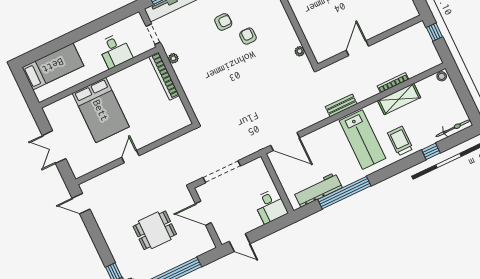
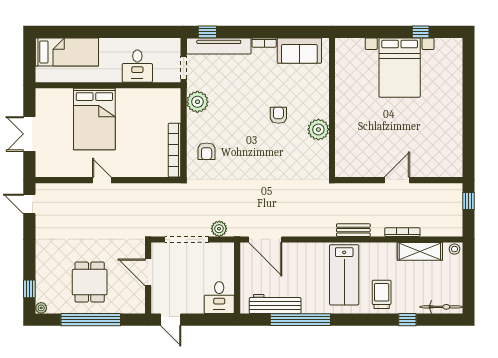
armchair: (223, 22) -> (207, 151), moved, turned 90
door: (357, 48) -> (397, 180), moved
plant: (300, 51) -> (318, 129), moved, width x1.87, depth x1.87
plant: (173, 58) -> (197, 102), width x1.88, depth x1.88
bookcase: (164, 76) -> (175, 150), moved
shelving: (399, 99) -> (420, 251), moved
bench: (341, 105) -> (353, 230), moved
plant: (244, 151) -> (219, 229), added
door: (130, 157) -> (102, 180), hinge flipped
dining table: (155, 230) -> (90, 282), moved, turned 90

